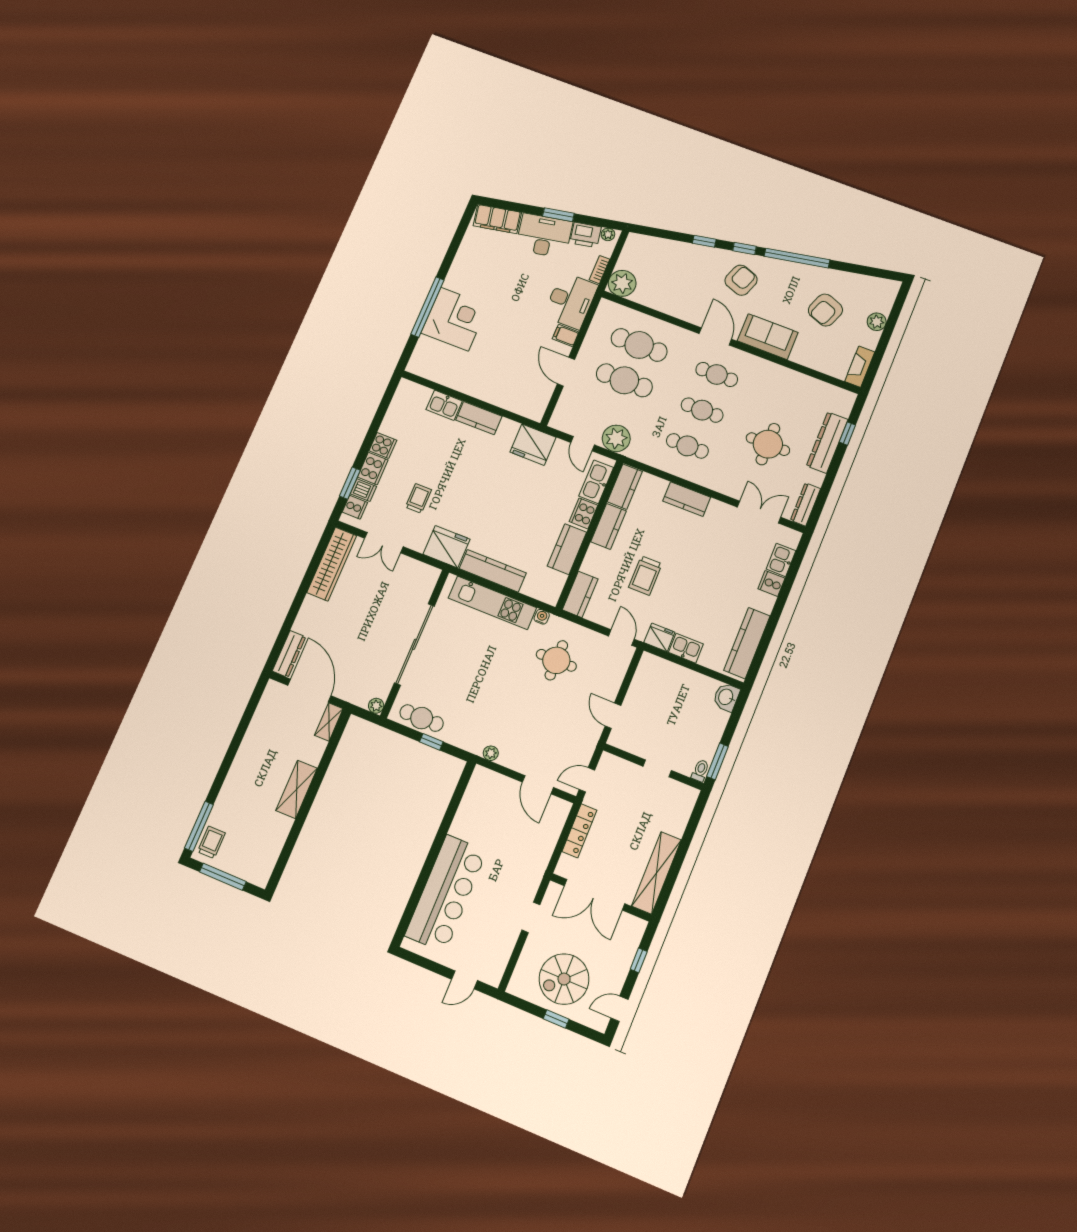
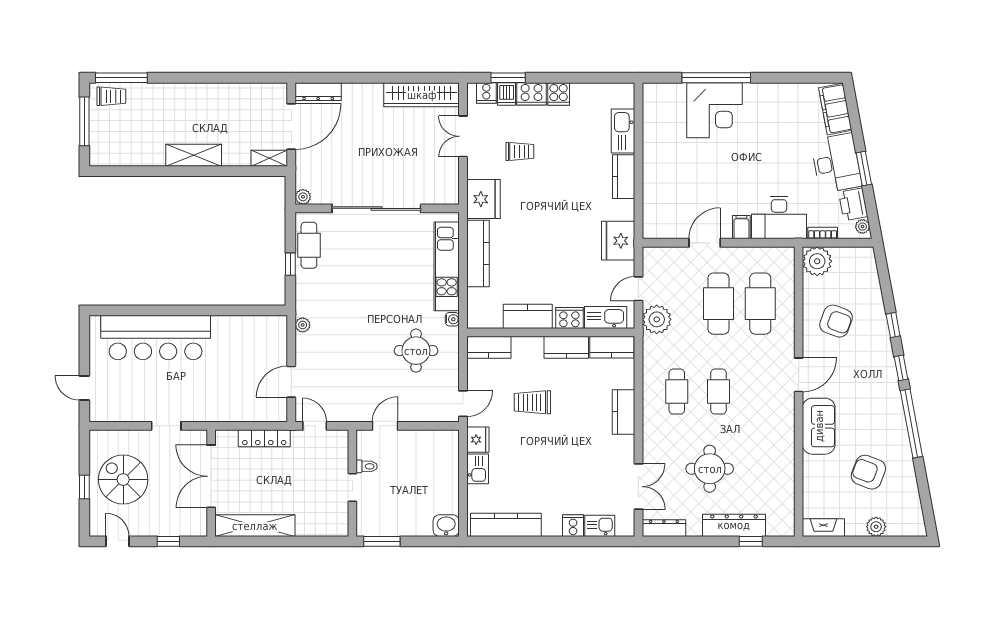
armchair: (741, 280) -> (836, 321), moved
cafe table: (717, 374) -> (760, 392), removed
kitchen sink: (444, 405) -> (623, 131), width x1.38
toilet: (700, 771) -> (367, 466), moved

